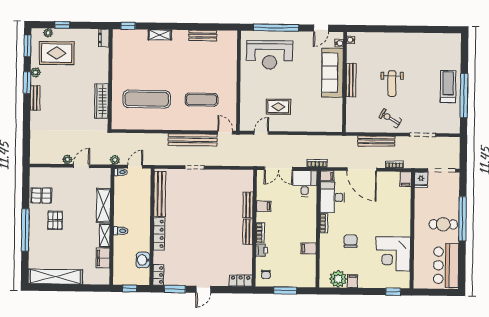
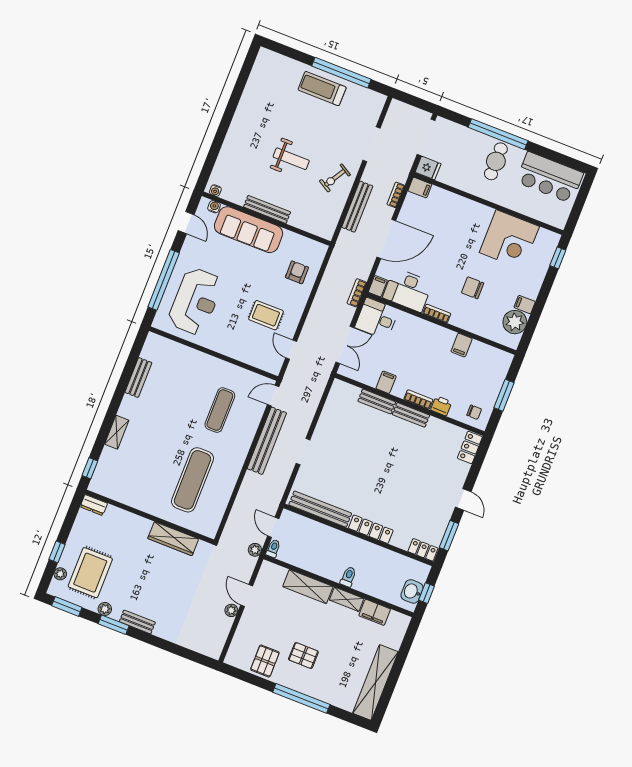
rug: (278, 107) -> (266, 315), turned 90
armchair: (316, 117) -> (297, 272), added
washbasin: (143, 260) -> (412, 591), moved, turned 90

